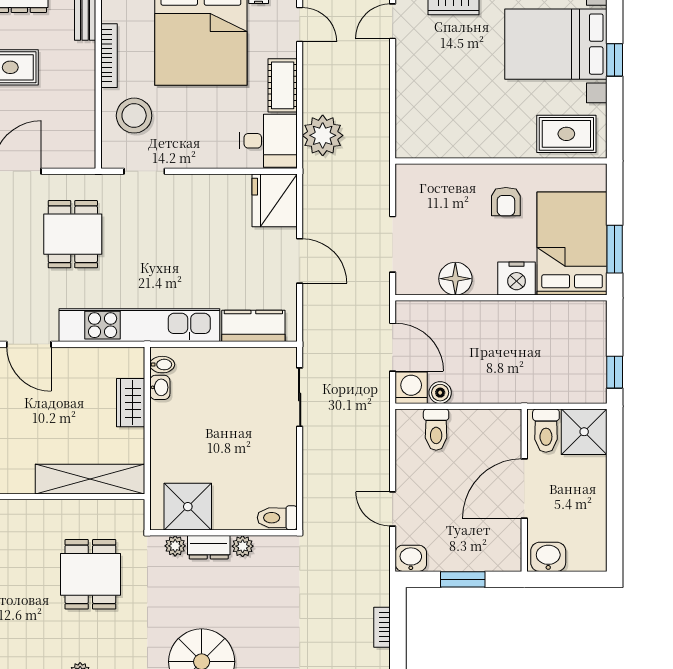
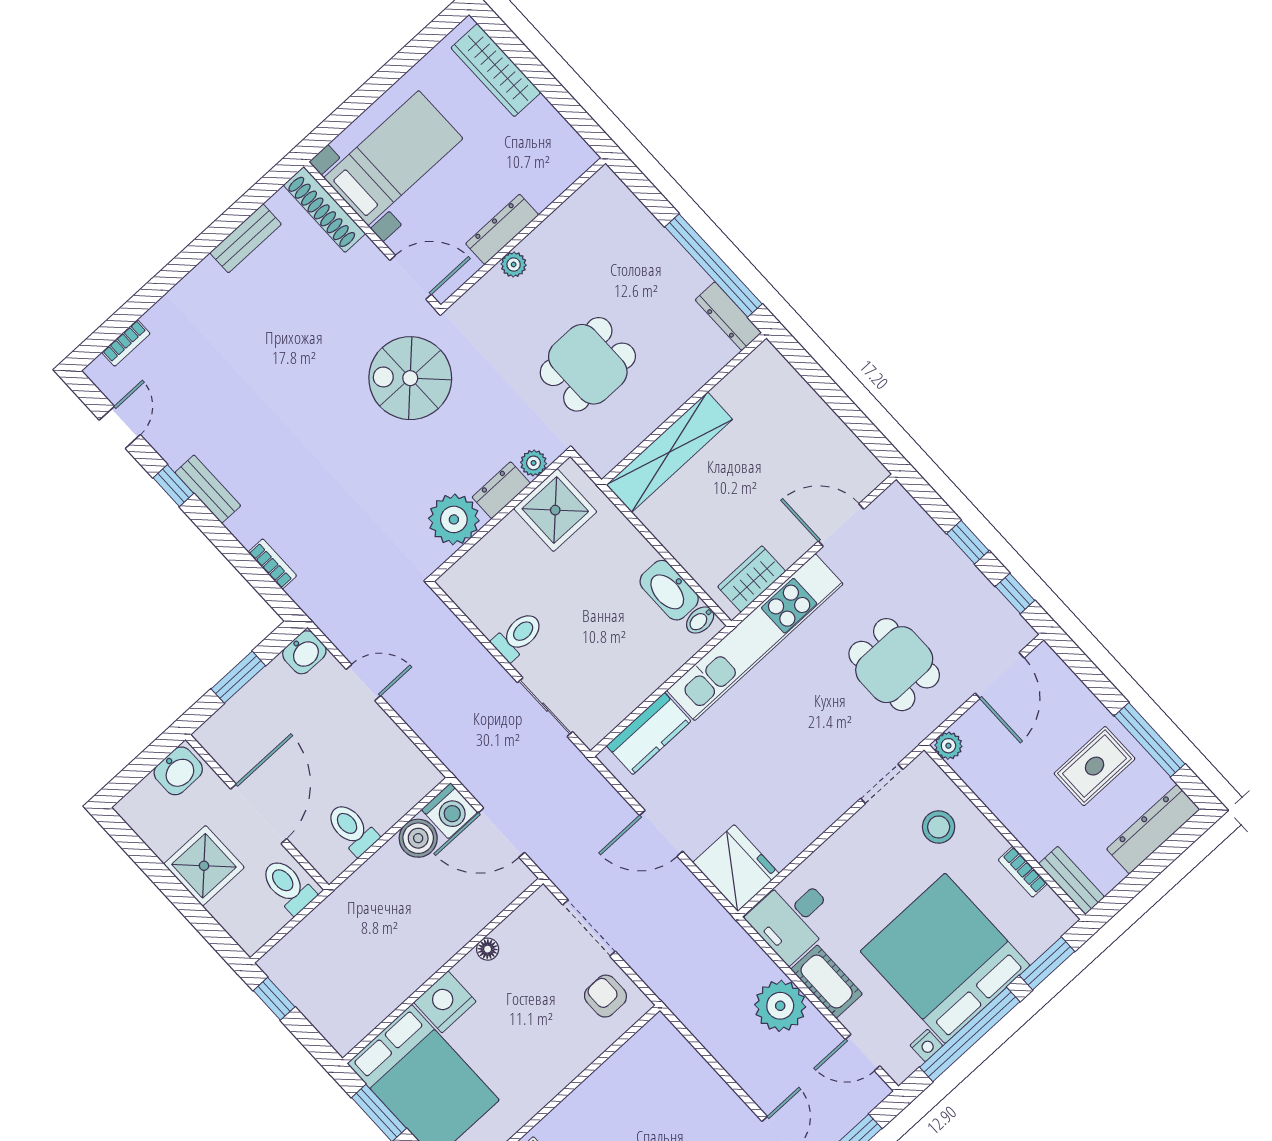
bookcase: (109, 56) -> (1023, 872), width x0.64
stool: (134, 116) -> (939, 827), width x0.73, depth x0.73
plant: (323, 135) -> (780, 1006), moved
plant: (85, 158) -> (948, 746), added
armchair: (506, 202) -> (605, 996), moved
floor lamp: (455, 279) -> (488, 949), width x0.53, depth x0.53
washbasin: (160, 387) -> (669, 590), width x1.91, depth x1.45
boiler: (440, 393) -> (418, 838), width x1.36, depth x1.36
wardrobe: (131, 403) -> (752, 579), moved, turned -90
toilet: (436, 430) -> (352, 829), moved
shower: (584, 432) -> (204, 866), moved
toilet: (277, 518) -> (518, 636), moved
plant: (243, 546) -> (454, 519), width x1.87, depth x1.87
dining table: (90, 574) -> (588, 364), turned 90

